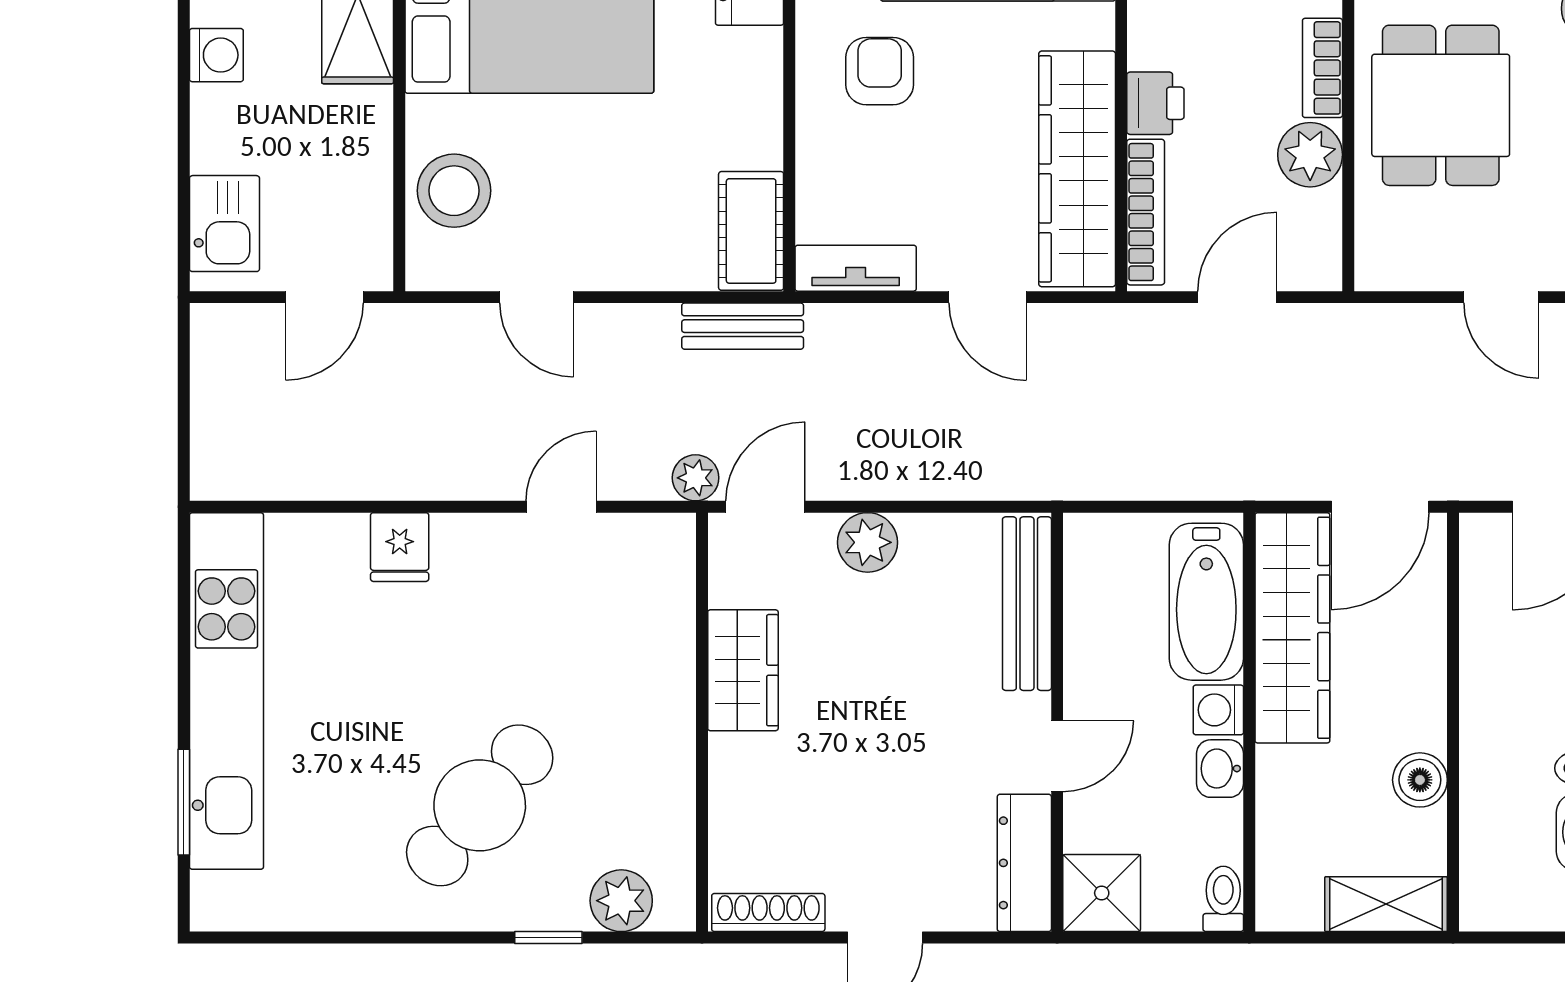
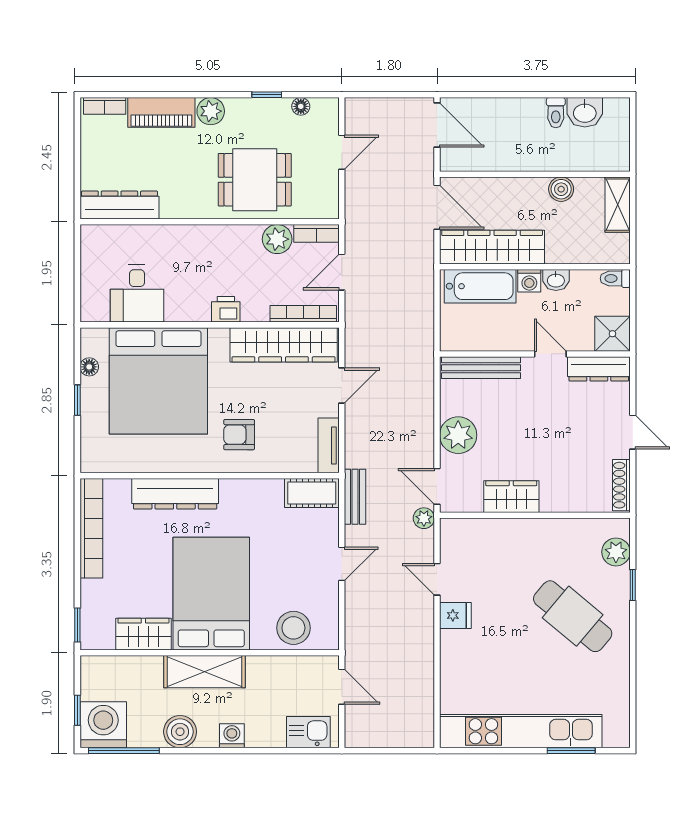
bookcase: (1322, 68) -> (317, 233), moved
printer: (1155, 103) -> (226, 309), moved
door: (537, 297) -> (342, 564), moved
door: (1237, 297) -> (342, 272), hinge flipped
plant: (868, 542) -> (458, 435), width x1.36, depth x1.36
fridge: (400, 547) -> (455, 615), moved

